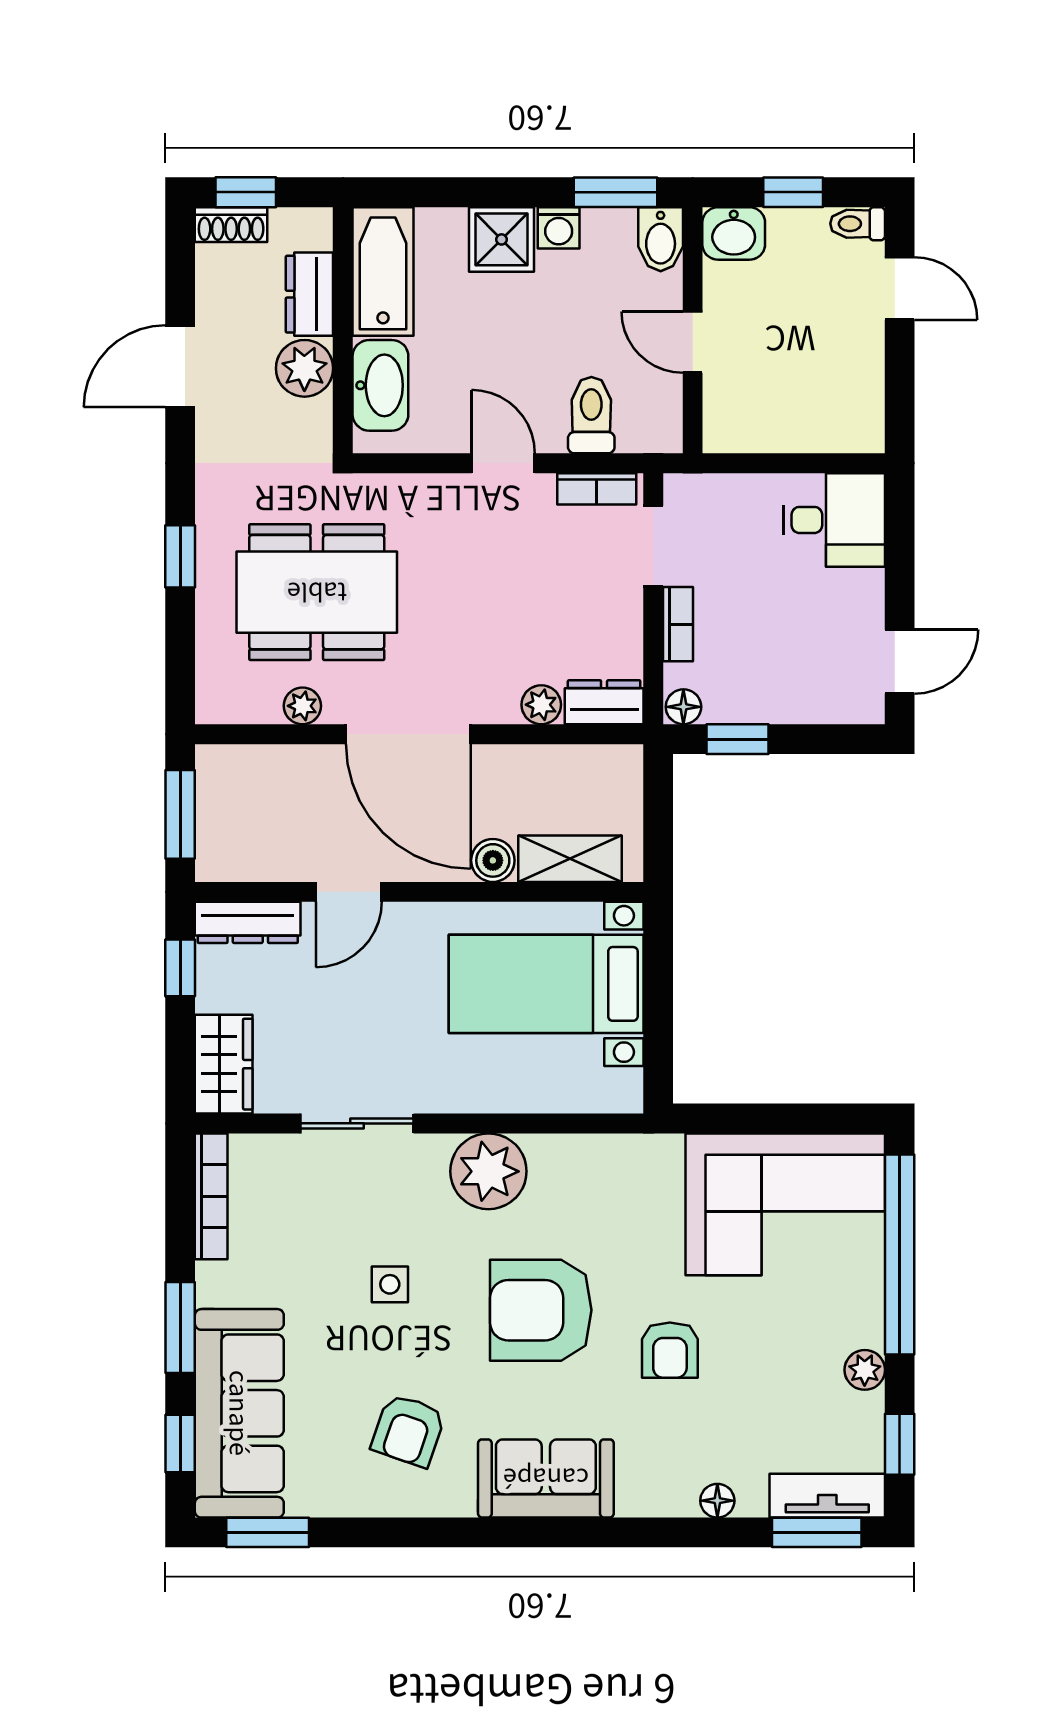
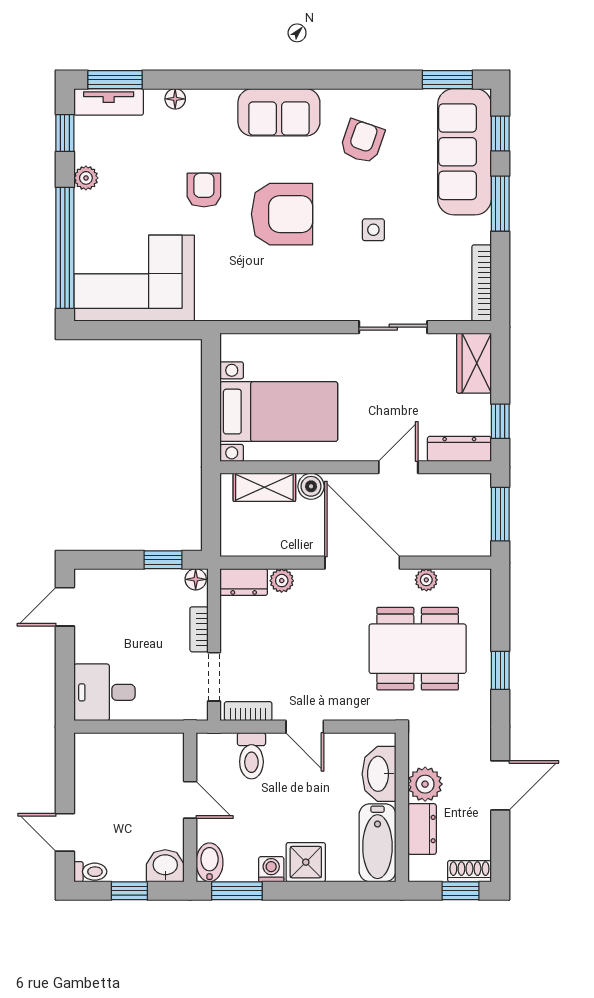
plant: (488, 1171) -> (314, 298), removed

